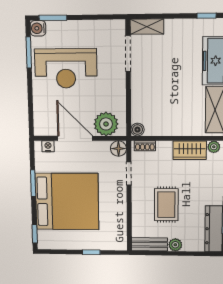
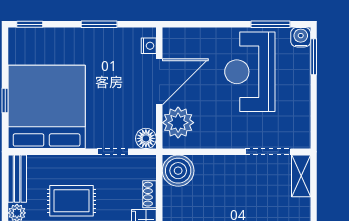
boiler: (137, 130) -> (178, 171), width x1.86, depth x1.86
shoe rack: (145, 146) -> (150, 194), moved
bed: (67, 202) -> (47, 107), moved, turned 180

